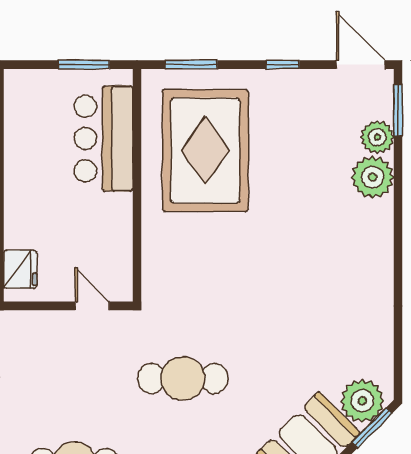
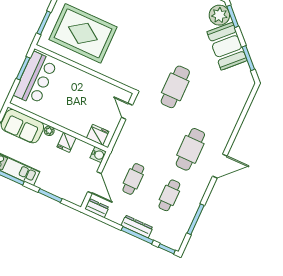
bar counter: (104, 139) -> (35, 79), moved, turned -90
door: (92, 306) -> (127, 111), hinge flipped

